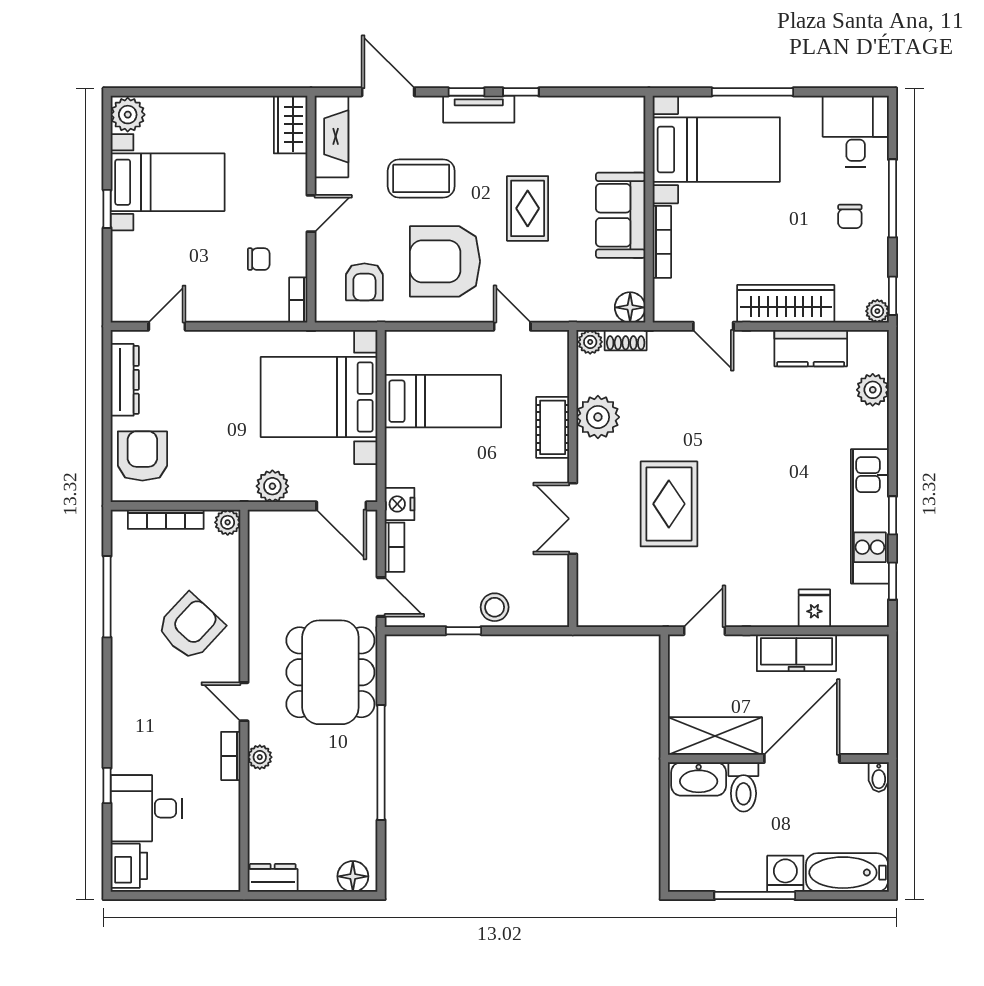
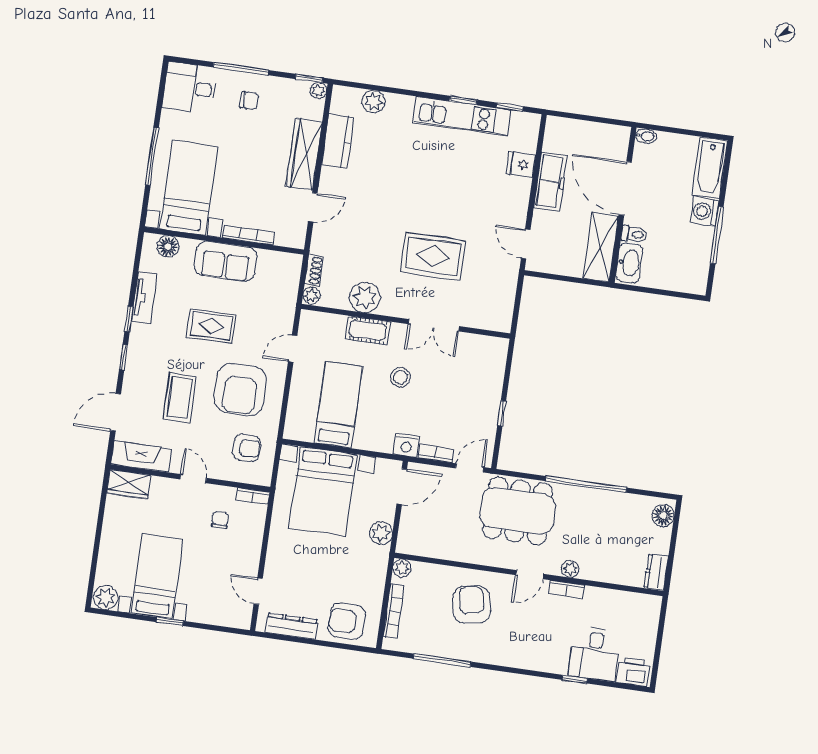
tv unit: (479, 109) -> (144, 298), moved
floor lamp: (630, 307) -> (168, 246), moved
stool: (495, 607) -> (400, 377), moved
armchair: (190, 627) -> (472, 605), turned 36
toilet: (743, 787) -> (634, 234), width x0.73, depth x0.72

